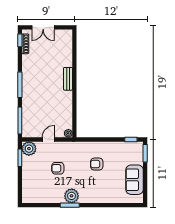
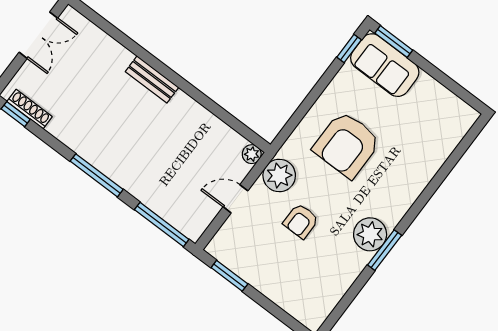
double door: (43, 27) -> (38, 35), moved
door: (48, 139) -> (235, 199), hinge flipped
plant: (29, 149) -> (279, 175), moved
armchair: (97, 164) -> (347, 145), width x1.88, depth x1.88
sofa: (135, 180) -> (385, 65), moved

